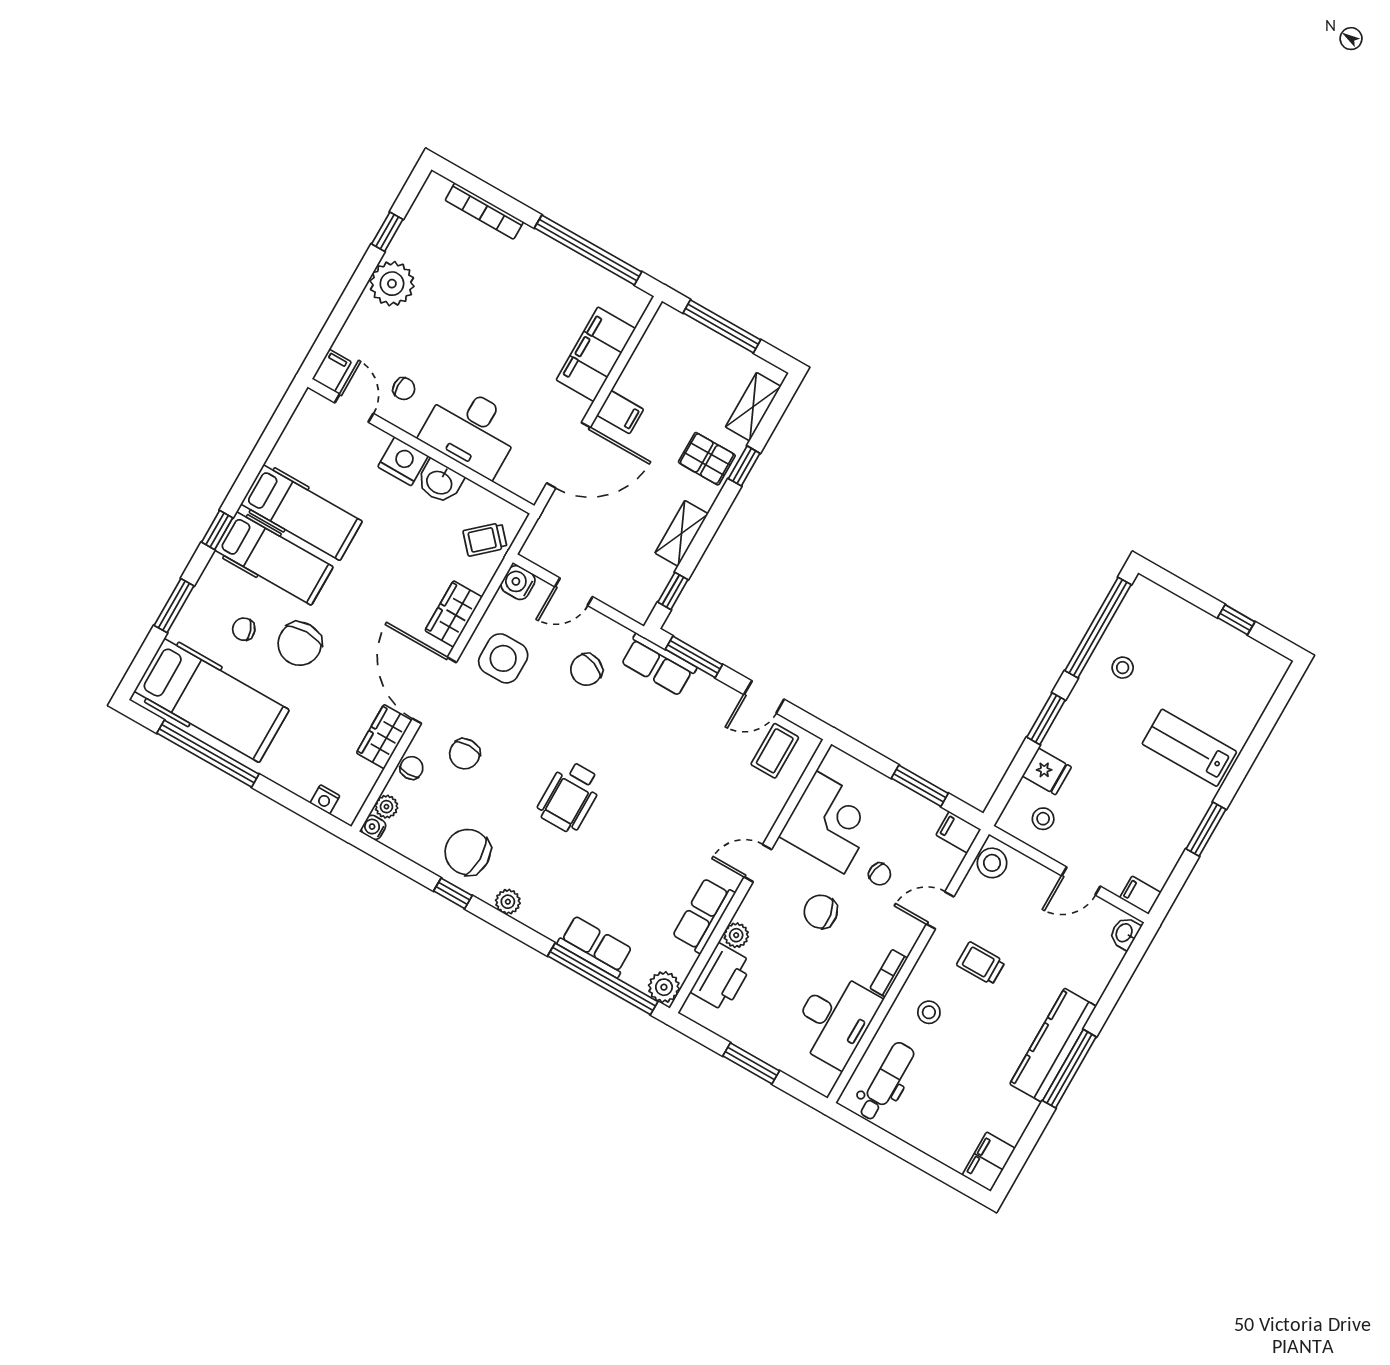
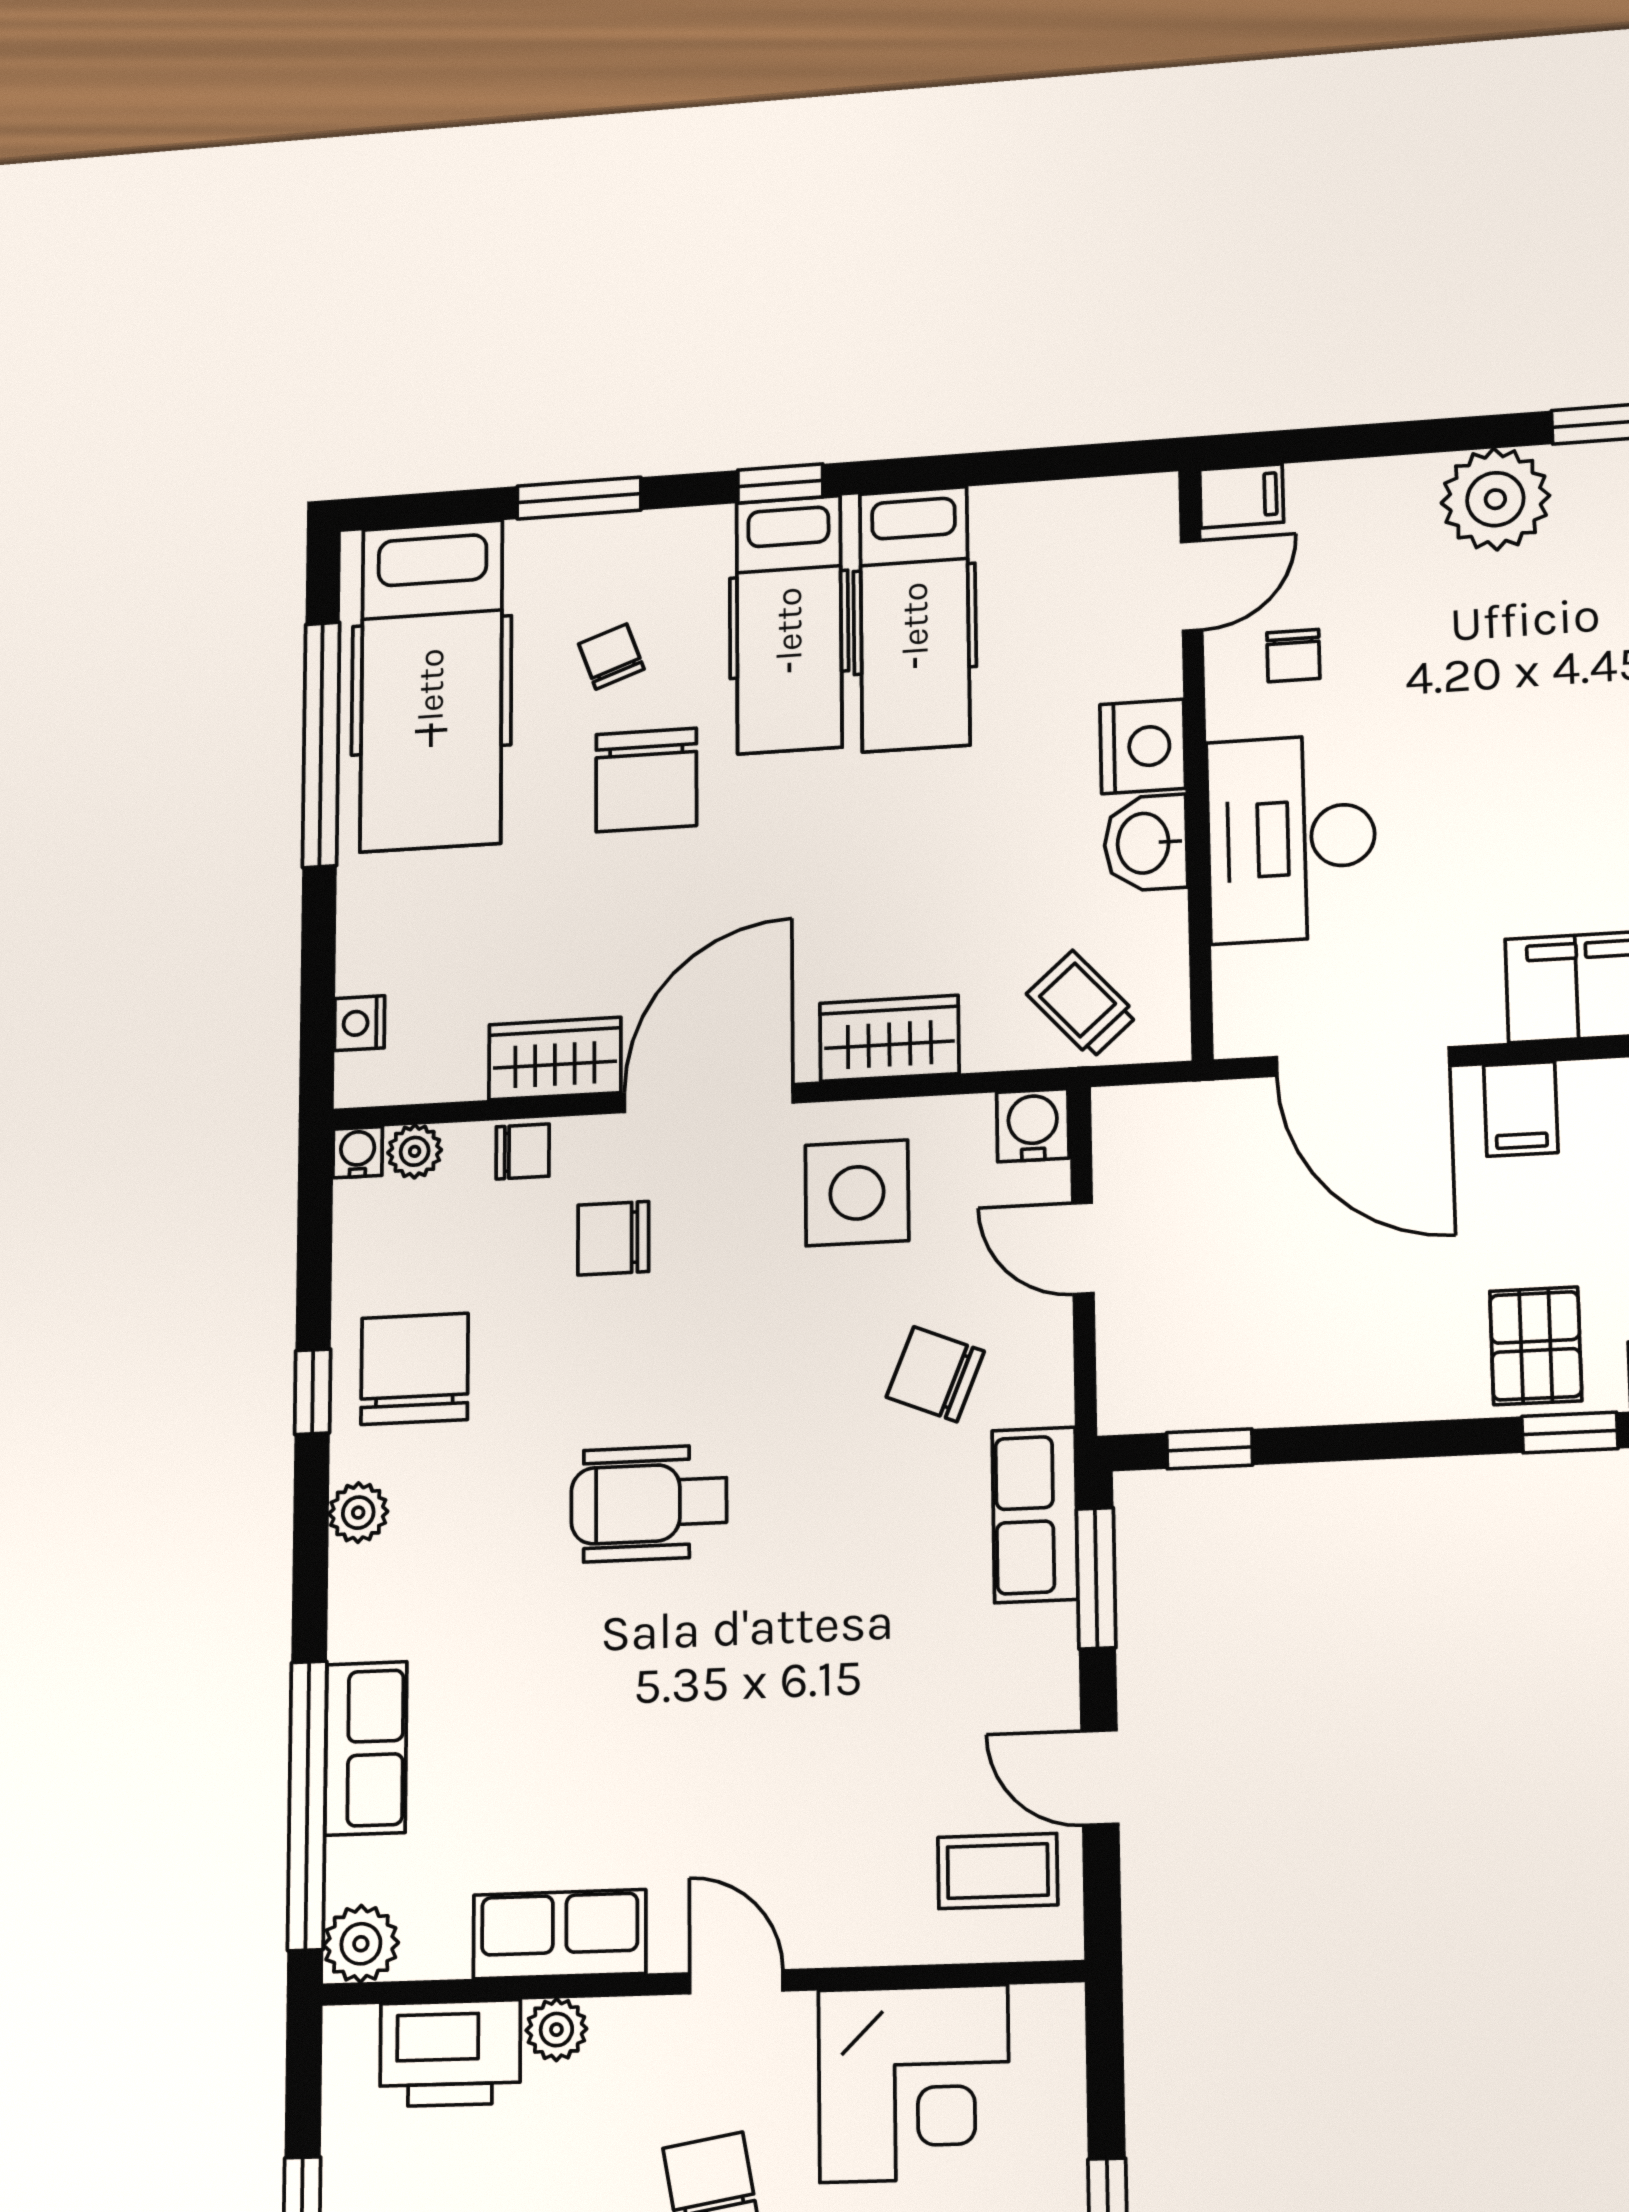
shelving: (681, 533) -> (1343, 1391), removed
chair: (300, 644) -> (646, 780), turned -90

